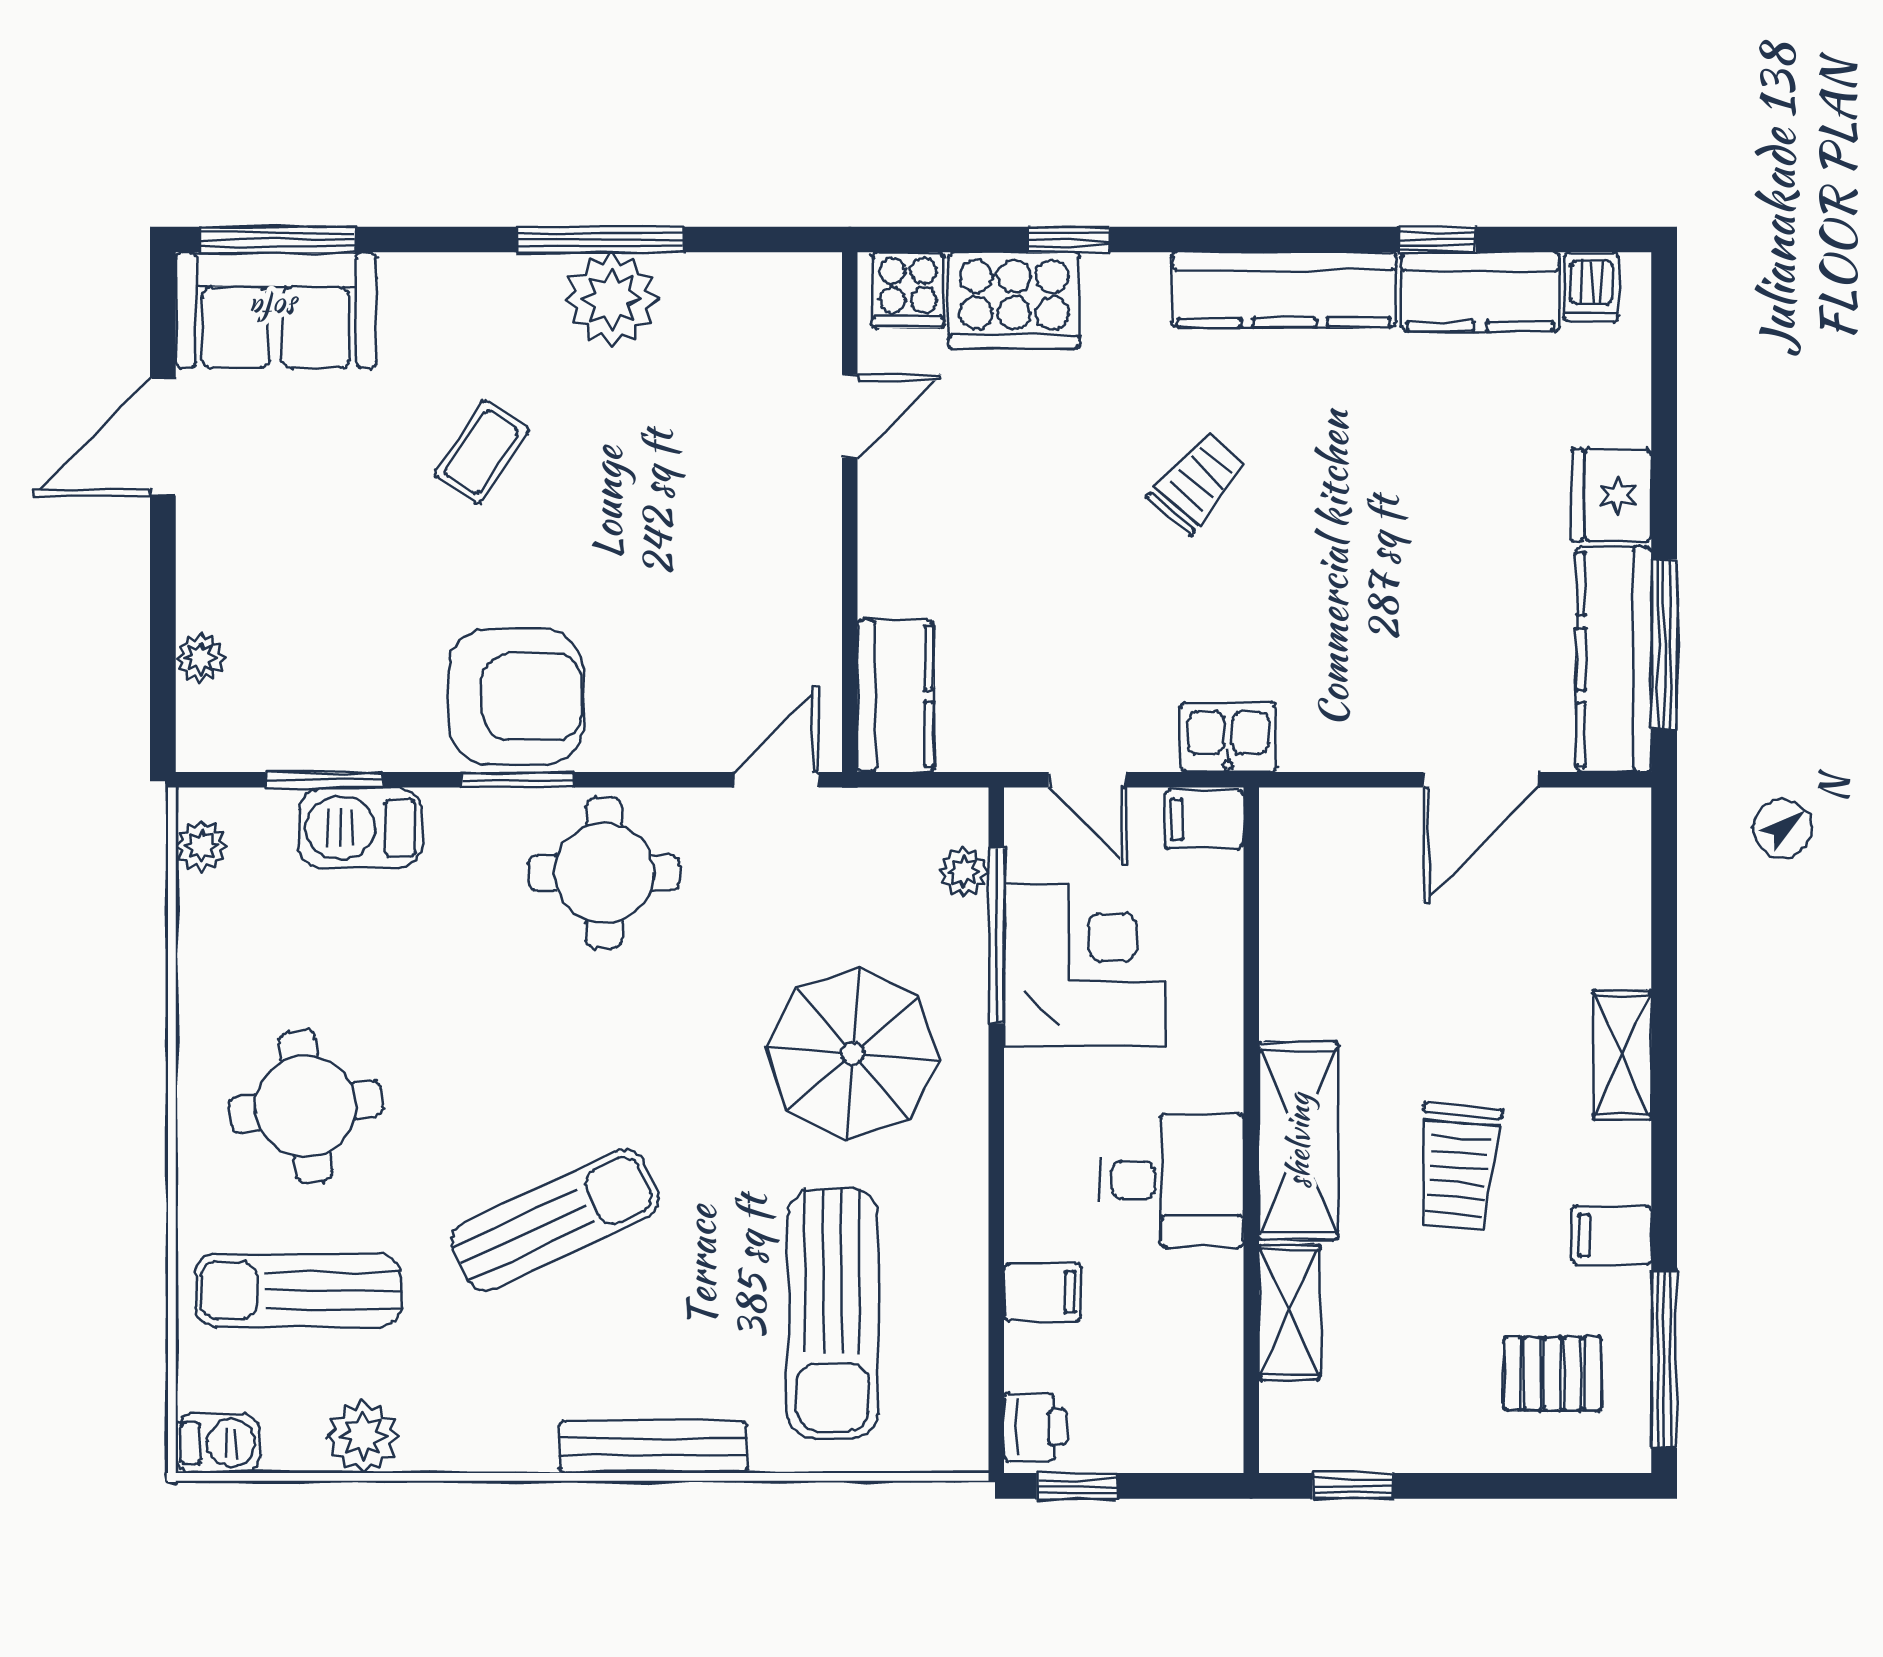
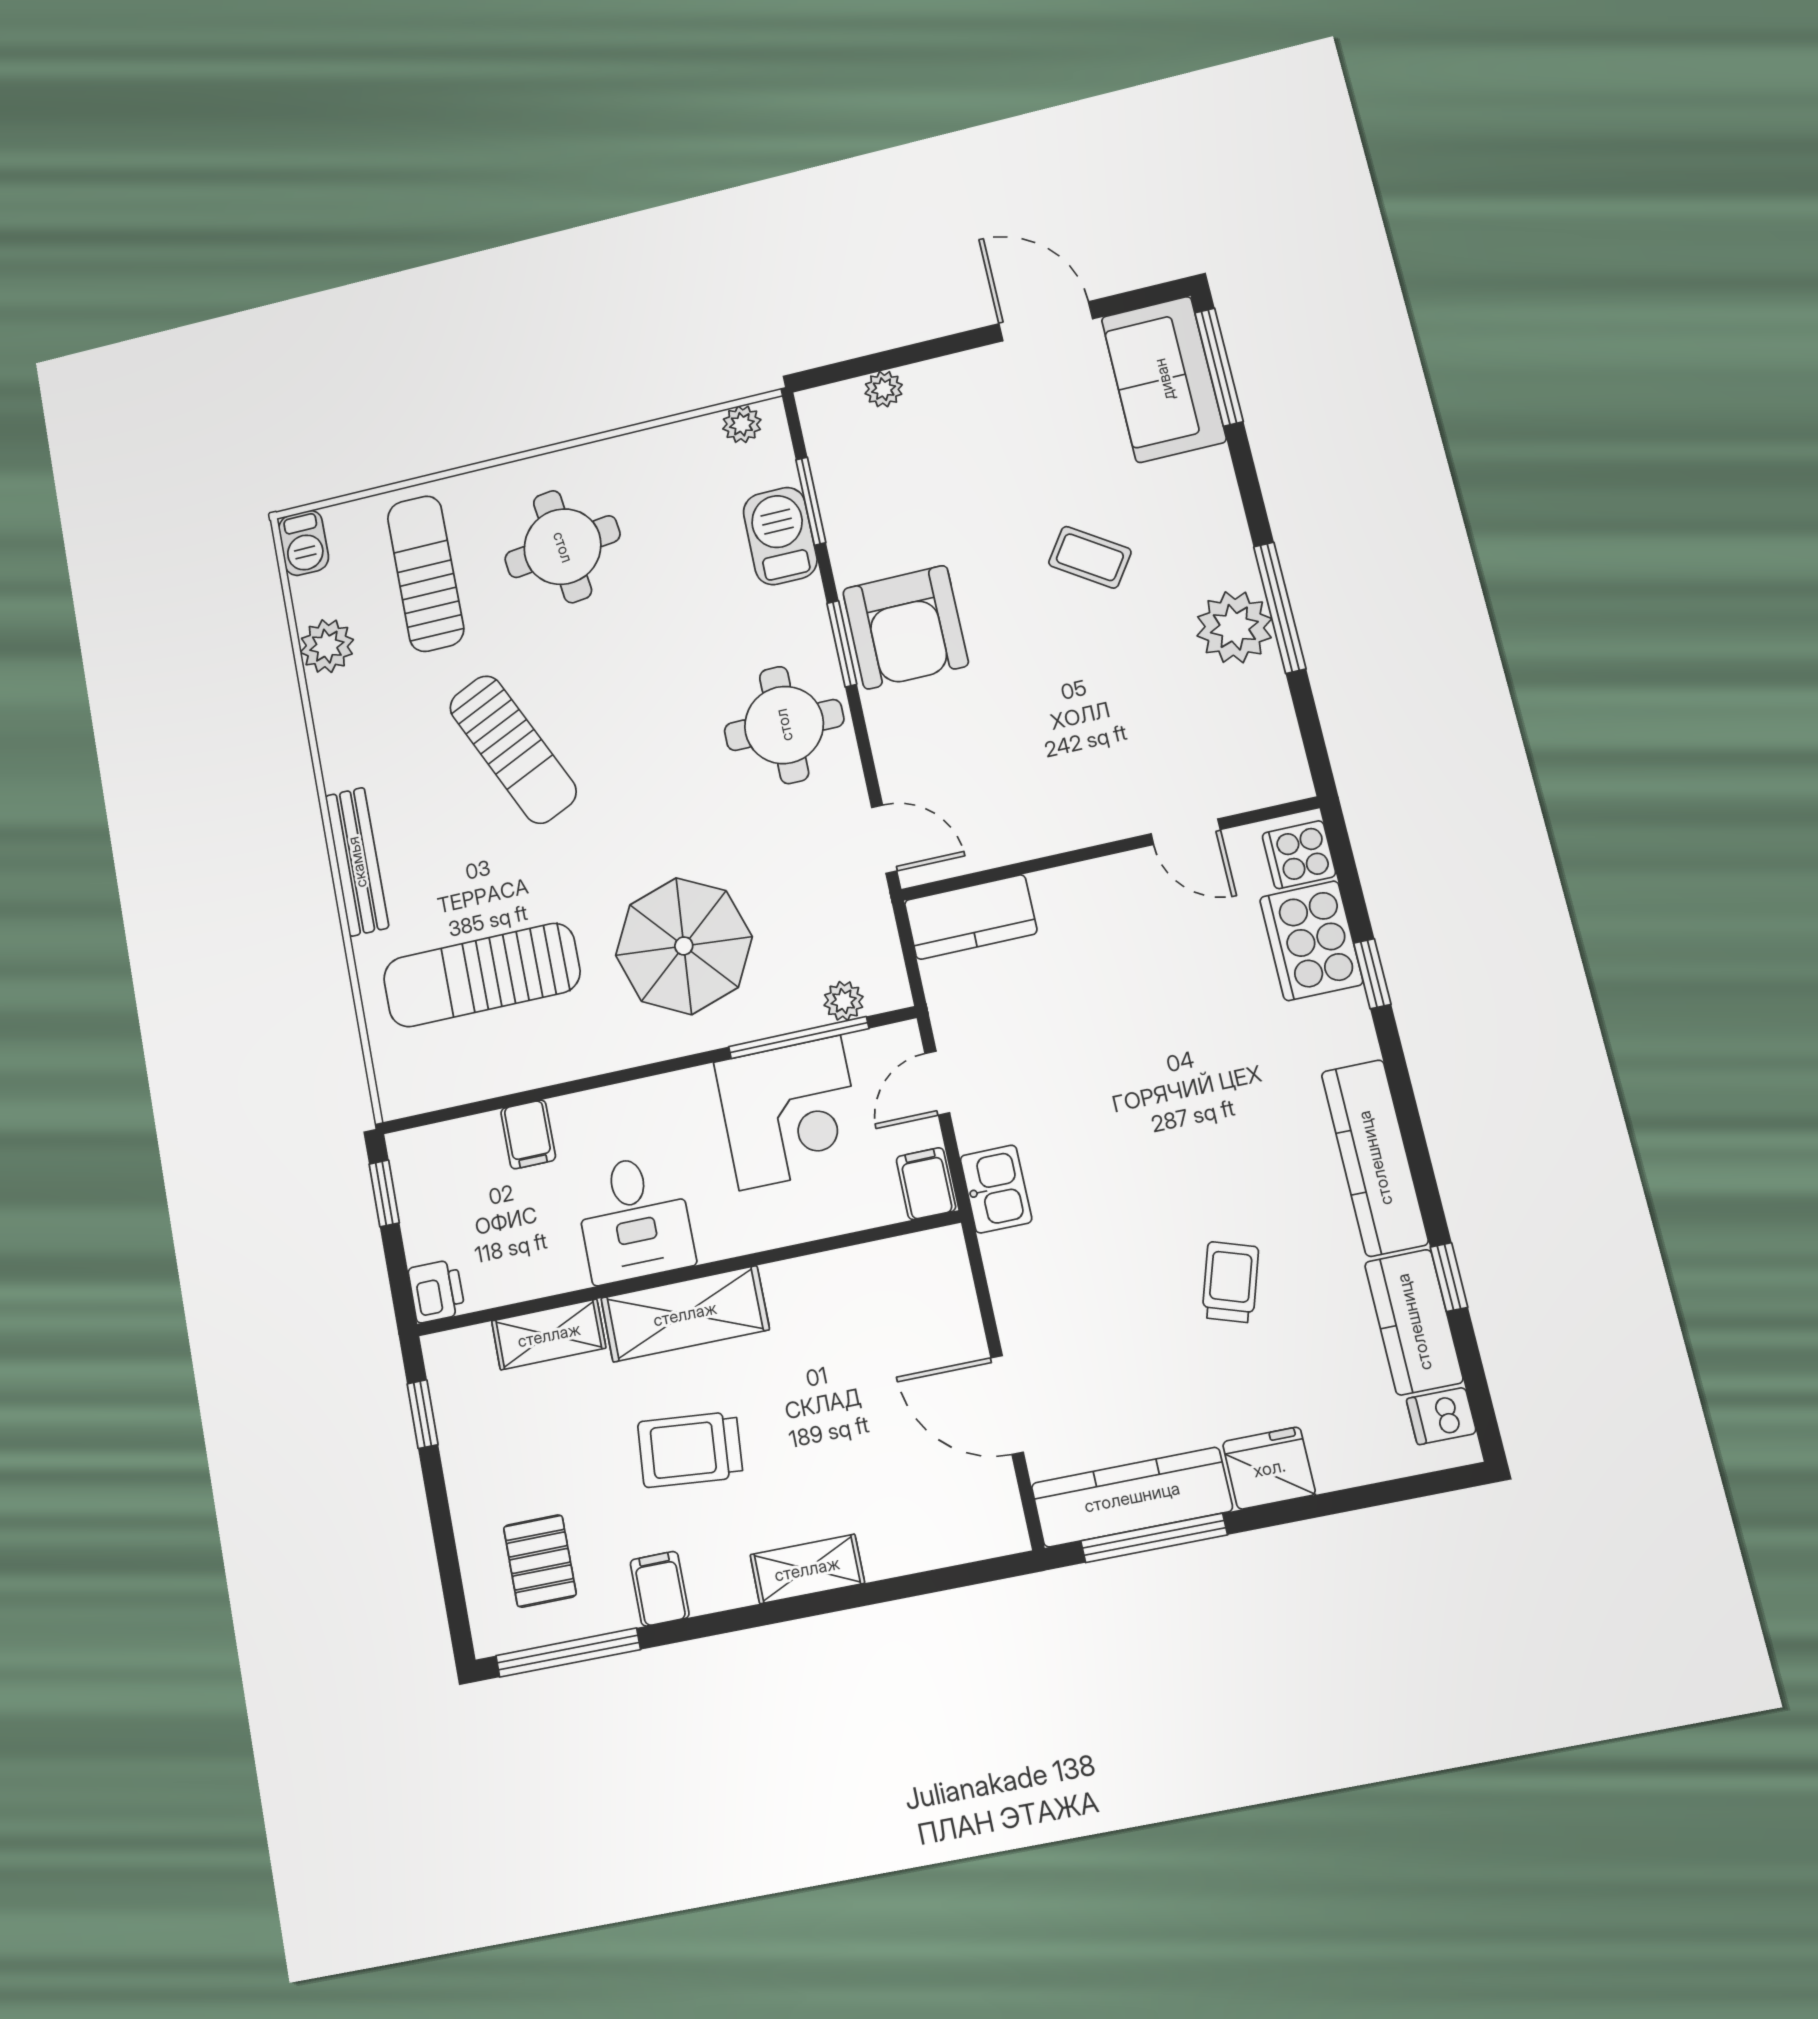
trolley: (1197, 483) -> (1230, 1282), moved, turned -113
printer: (1035, 1427) -> (437, 1291), moved, turned -90

